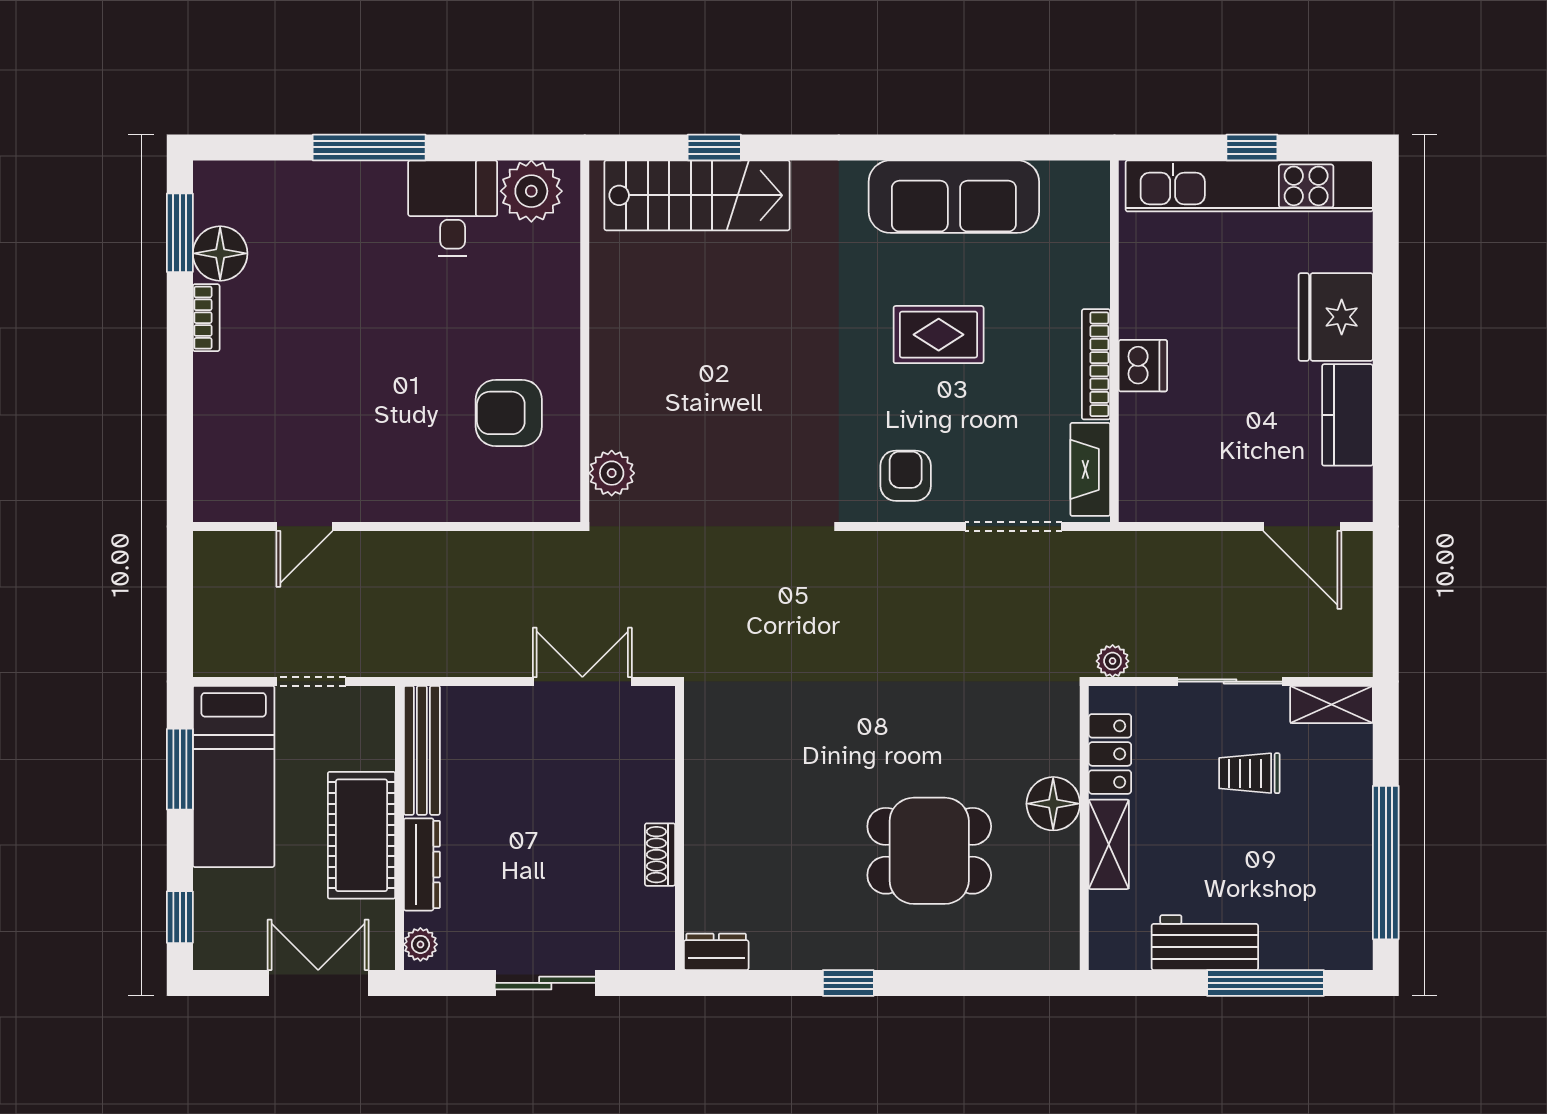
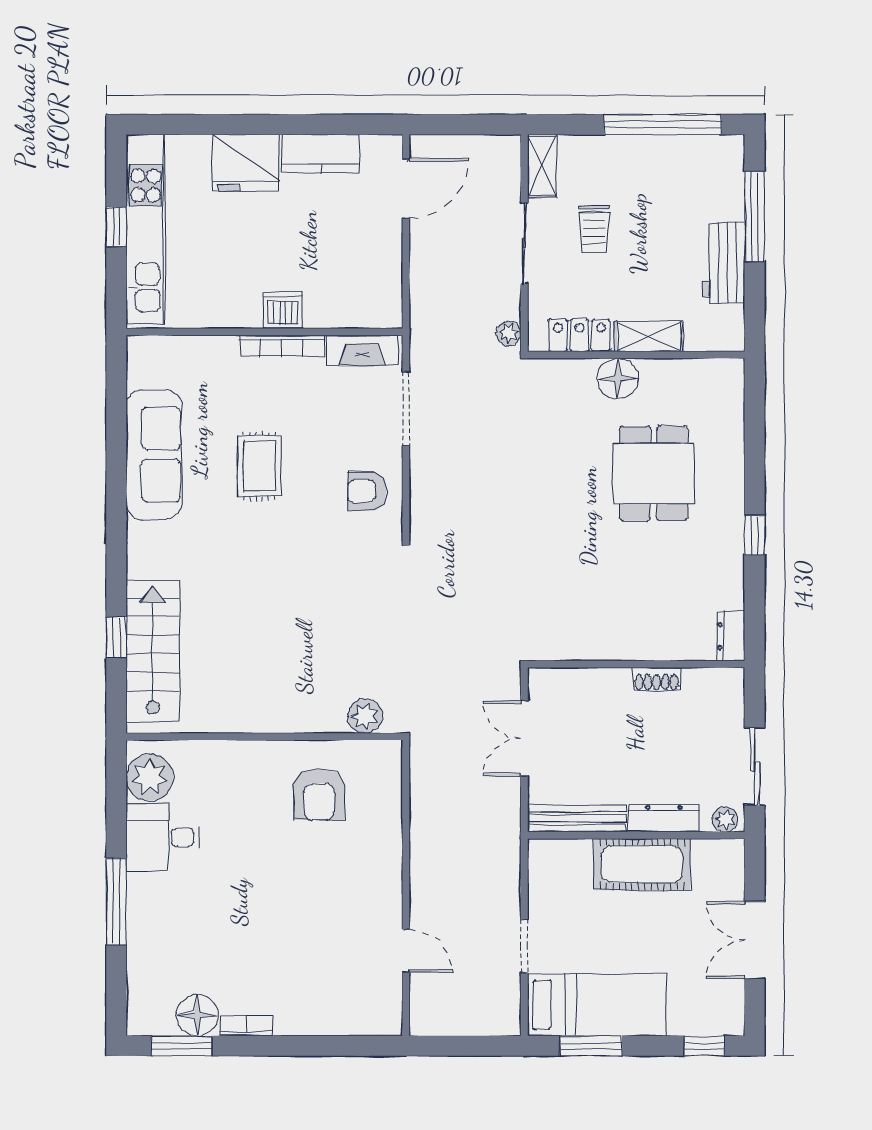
bench: (422, 750) -> (577, 818), moved
wall: (400, 828) -> (636, 835), moved
cot: (361, 835) -> (642, 864), moved
dresser: (422, 864) -> (664, 818), moved
plant: (420, 944) -> (725, 819), moved

